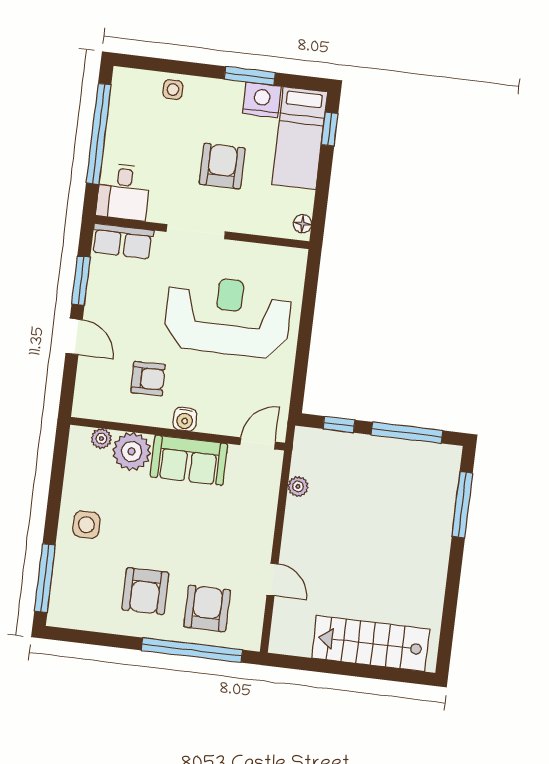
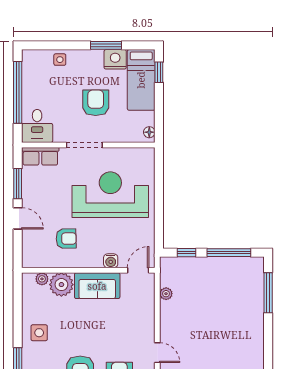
water cooler: (185, 419) -> (111, 261), moved

